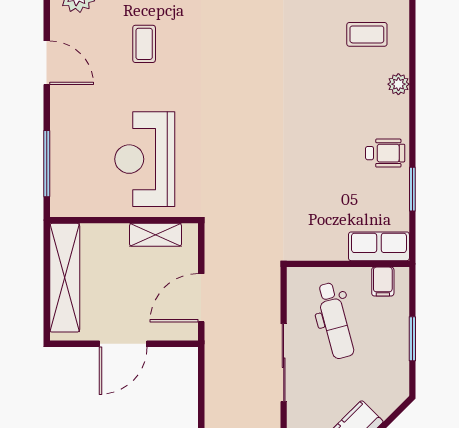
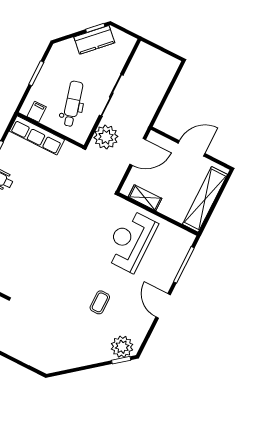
door: (47, 63) -> (163, 306), moved
reception desk: (145, 159) -> (130, 241), turned 180
row of seats: (379, 246) -> (37, 135), width x1.48
plant: (260, 296) -> (106, 137), added

